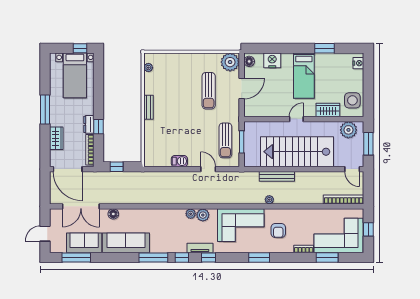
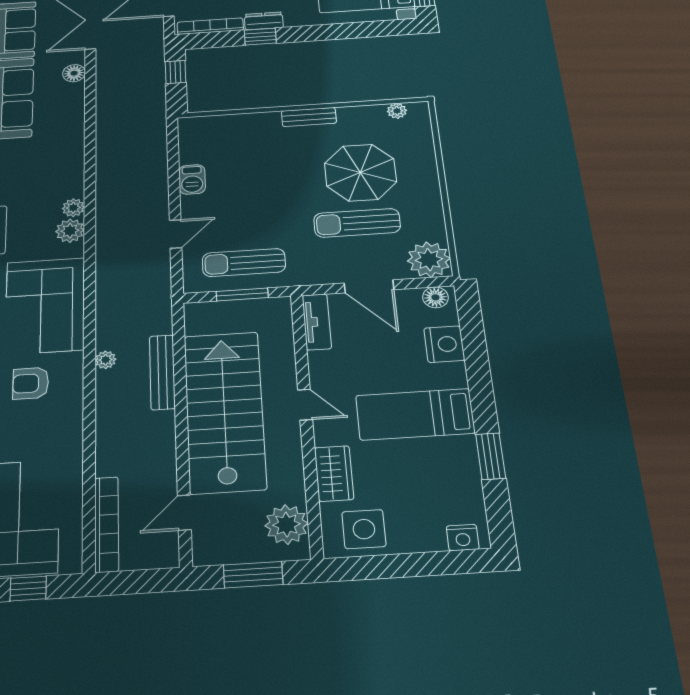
parasol: (182, 87) -> (360, 173), added
tv unit: (257, 112) -> (317, 322), added
door: (352, 169) -> (184, 513), moved

